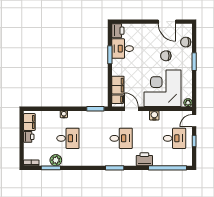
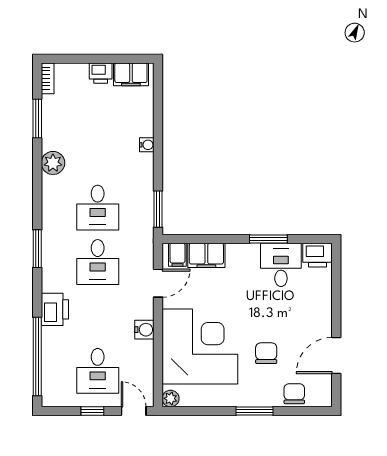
desk: (68, 138) -> (98, 208), moved
plant: (56, 160) -> (53, 163), moved

